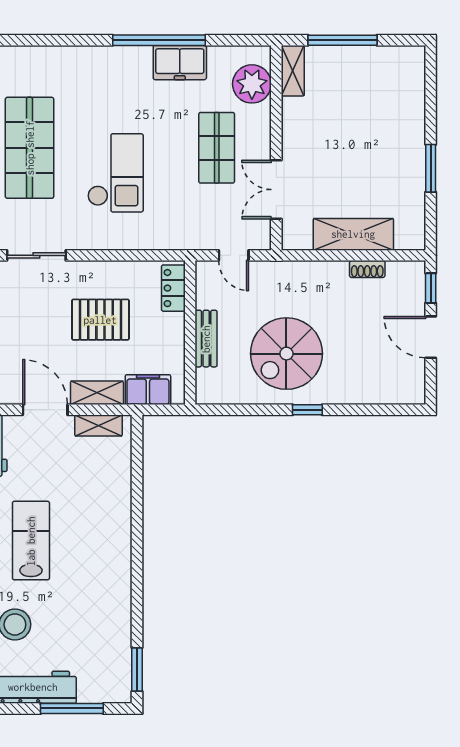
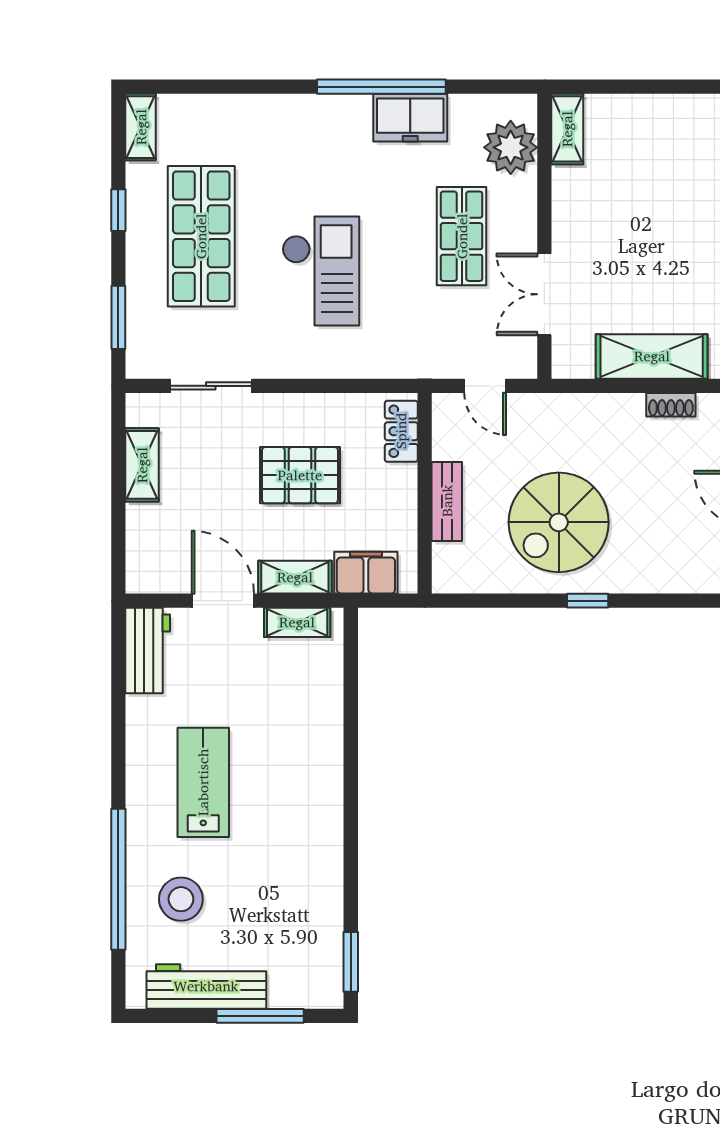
window: (343, 40) -> (637, 87), removed

